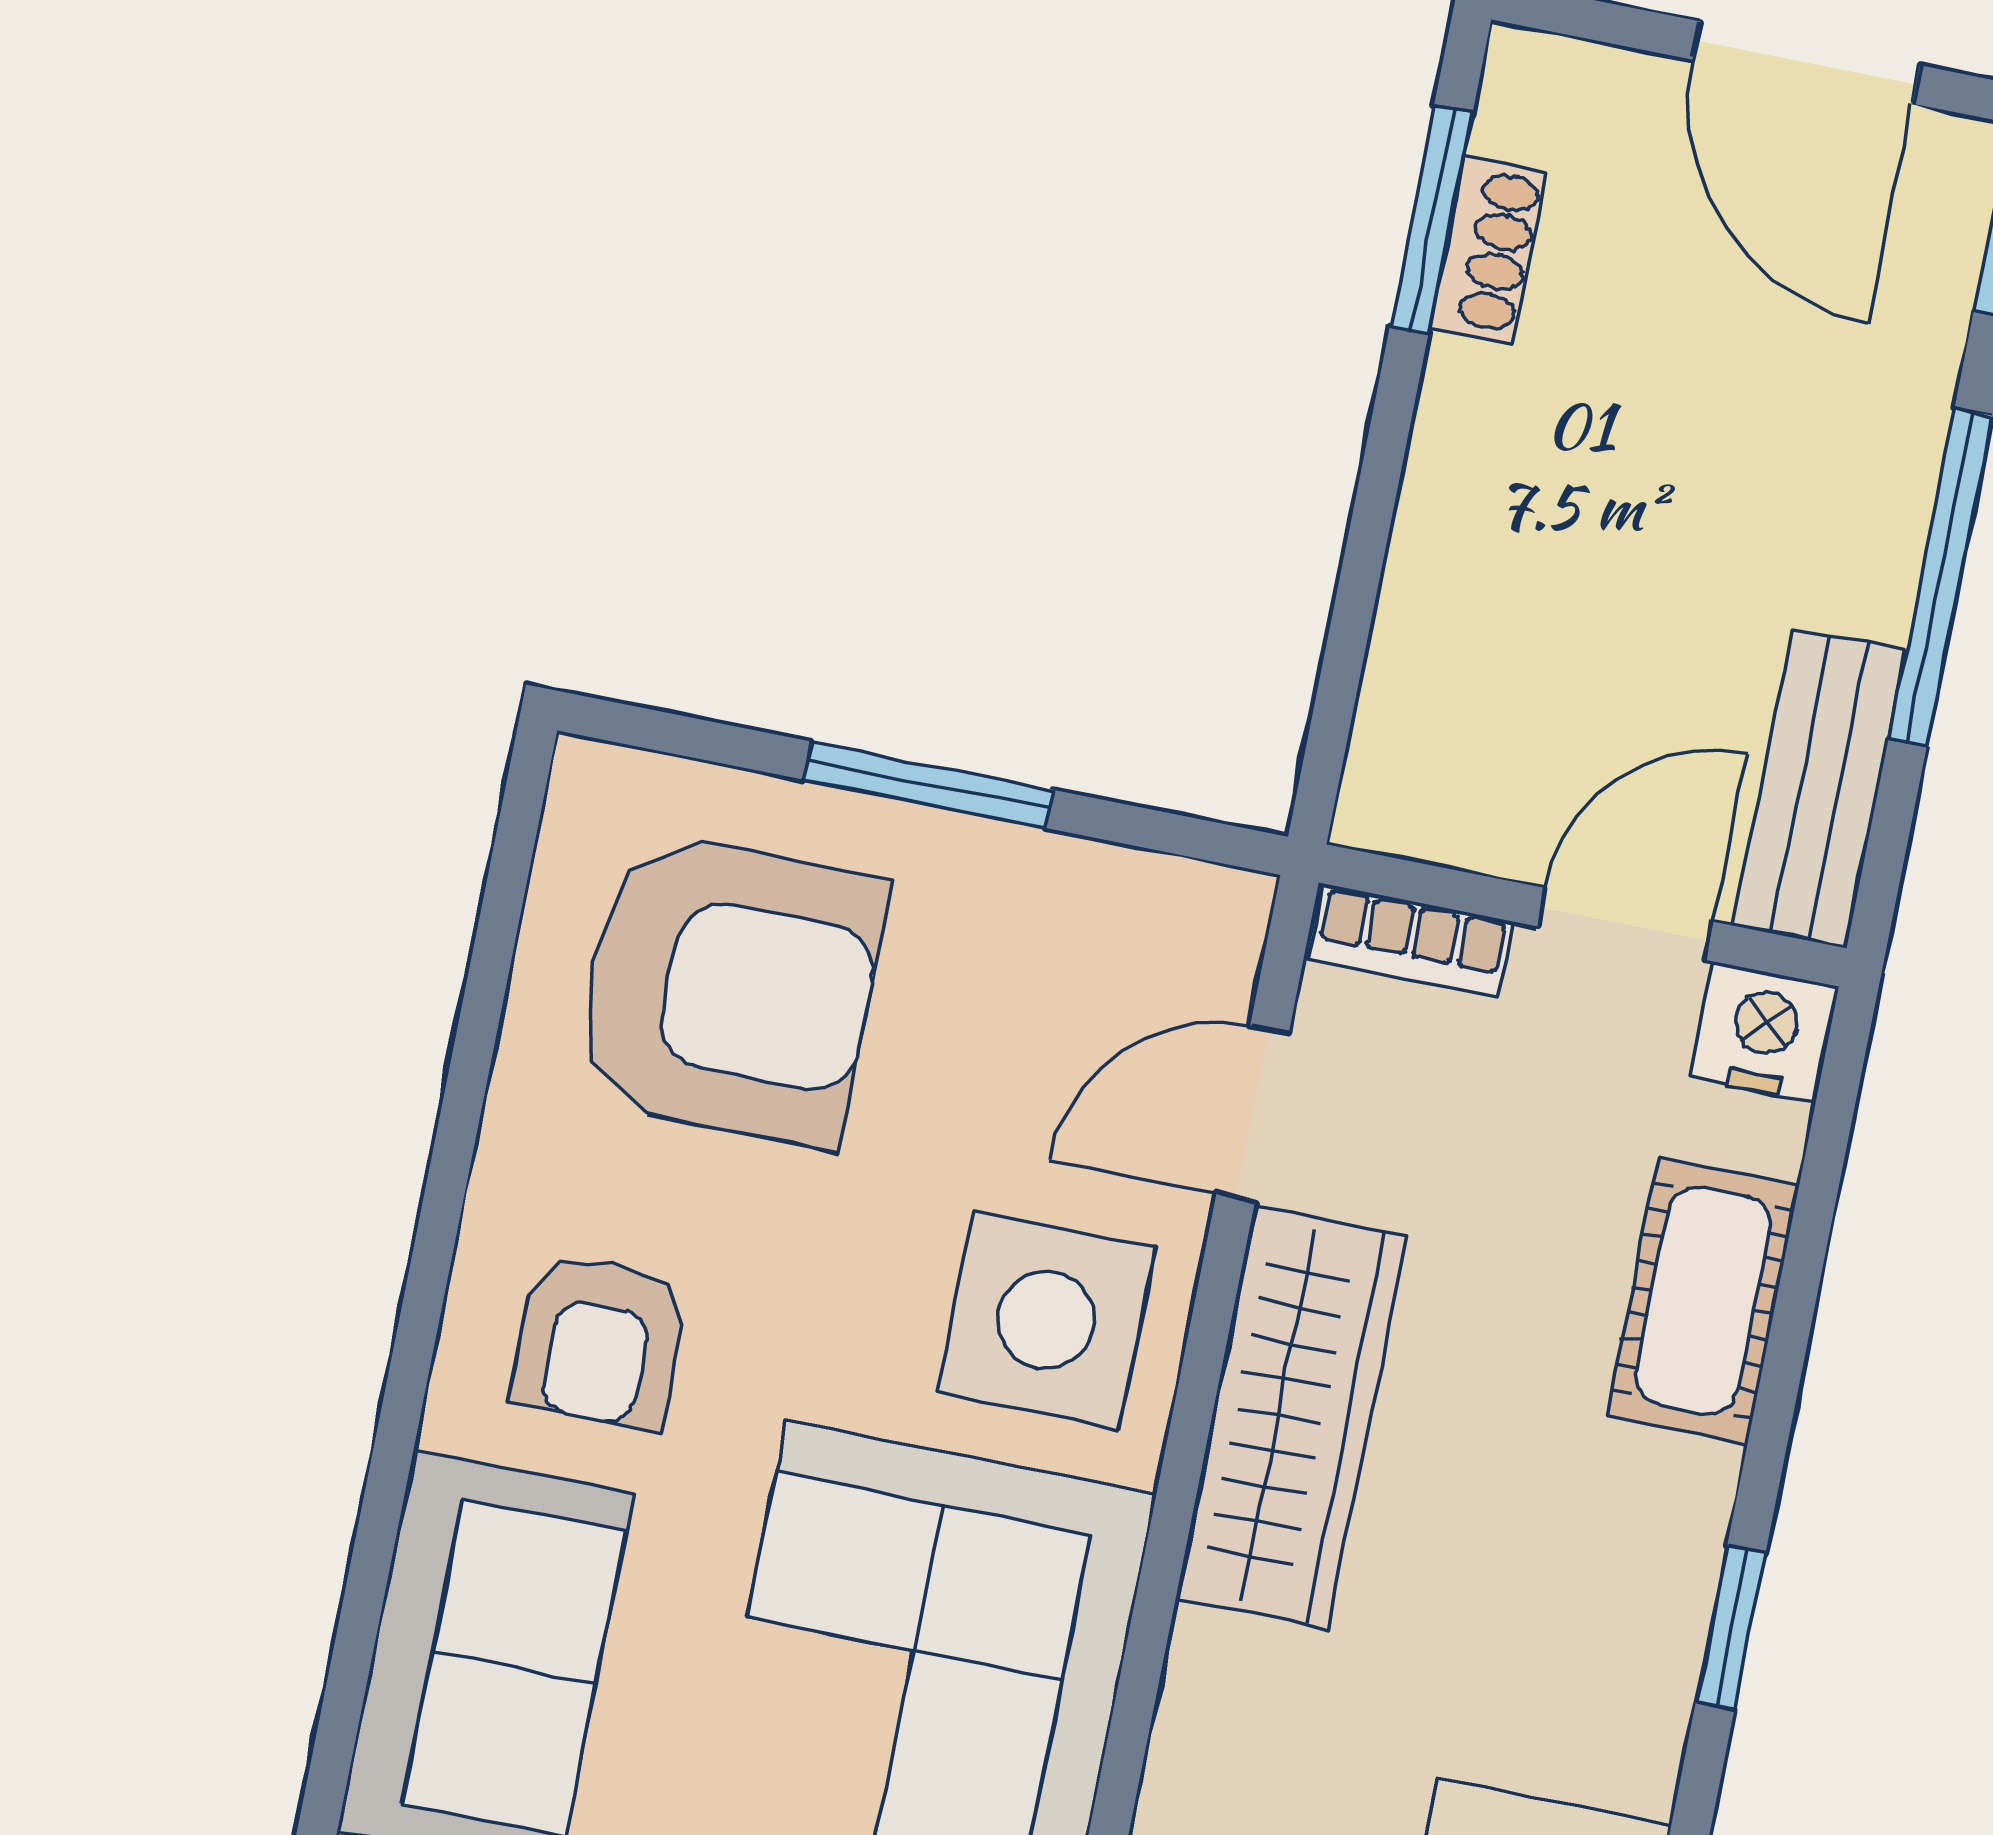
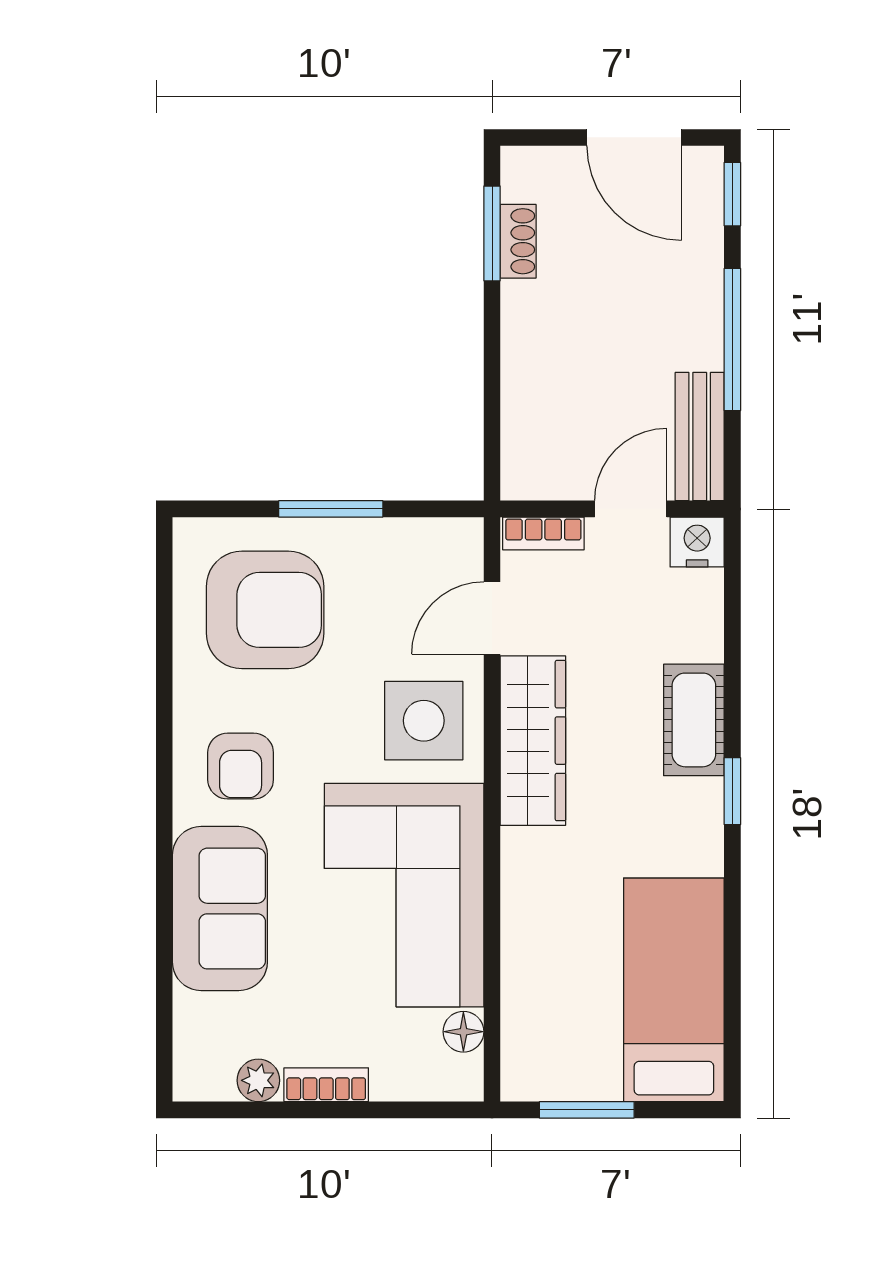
cot: (1703, 1300) -> (694, 720), moved

